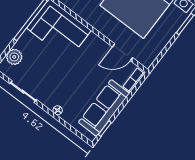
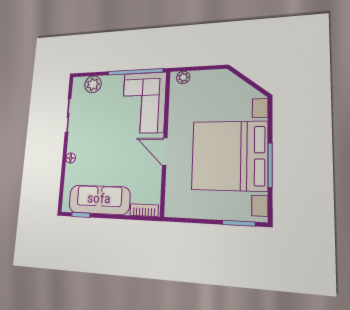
door: (122, 52) -> (165, 152), moved

